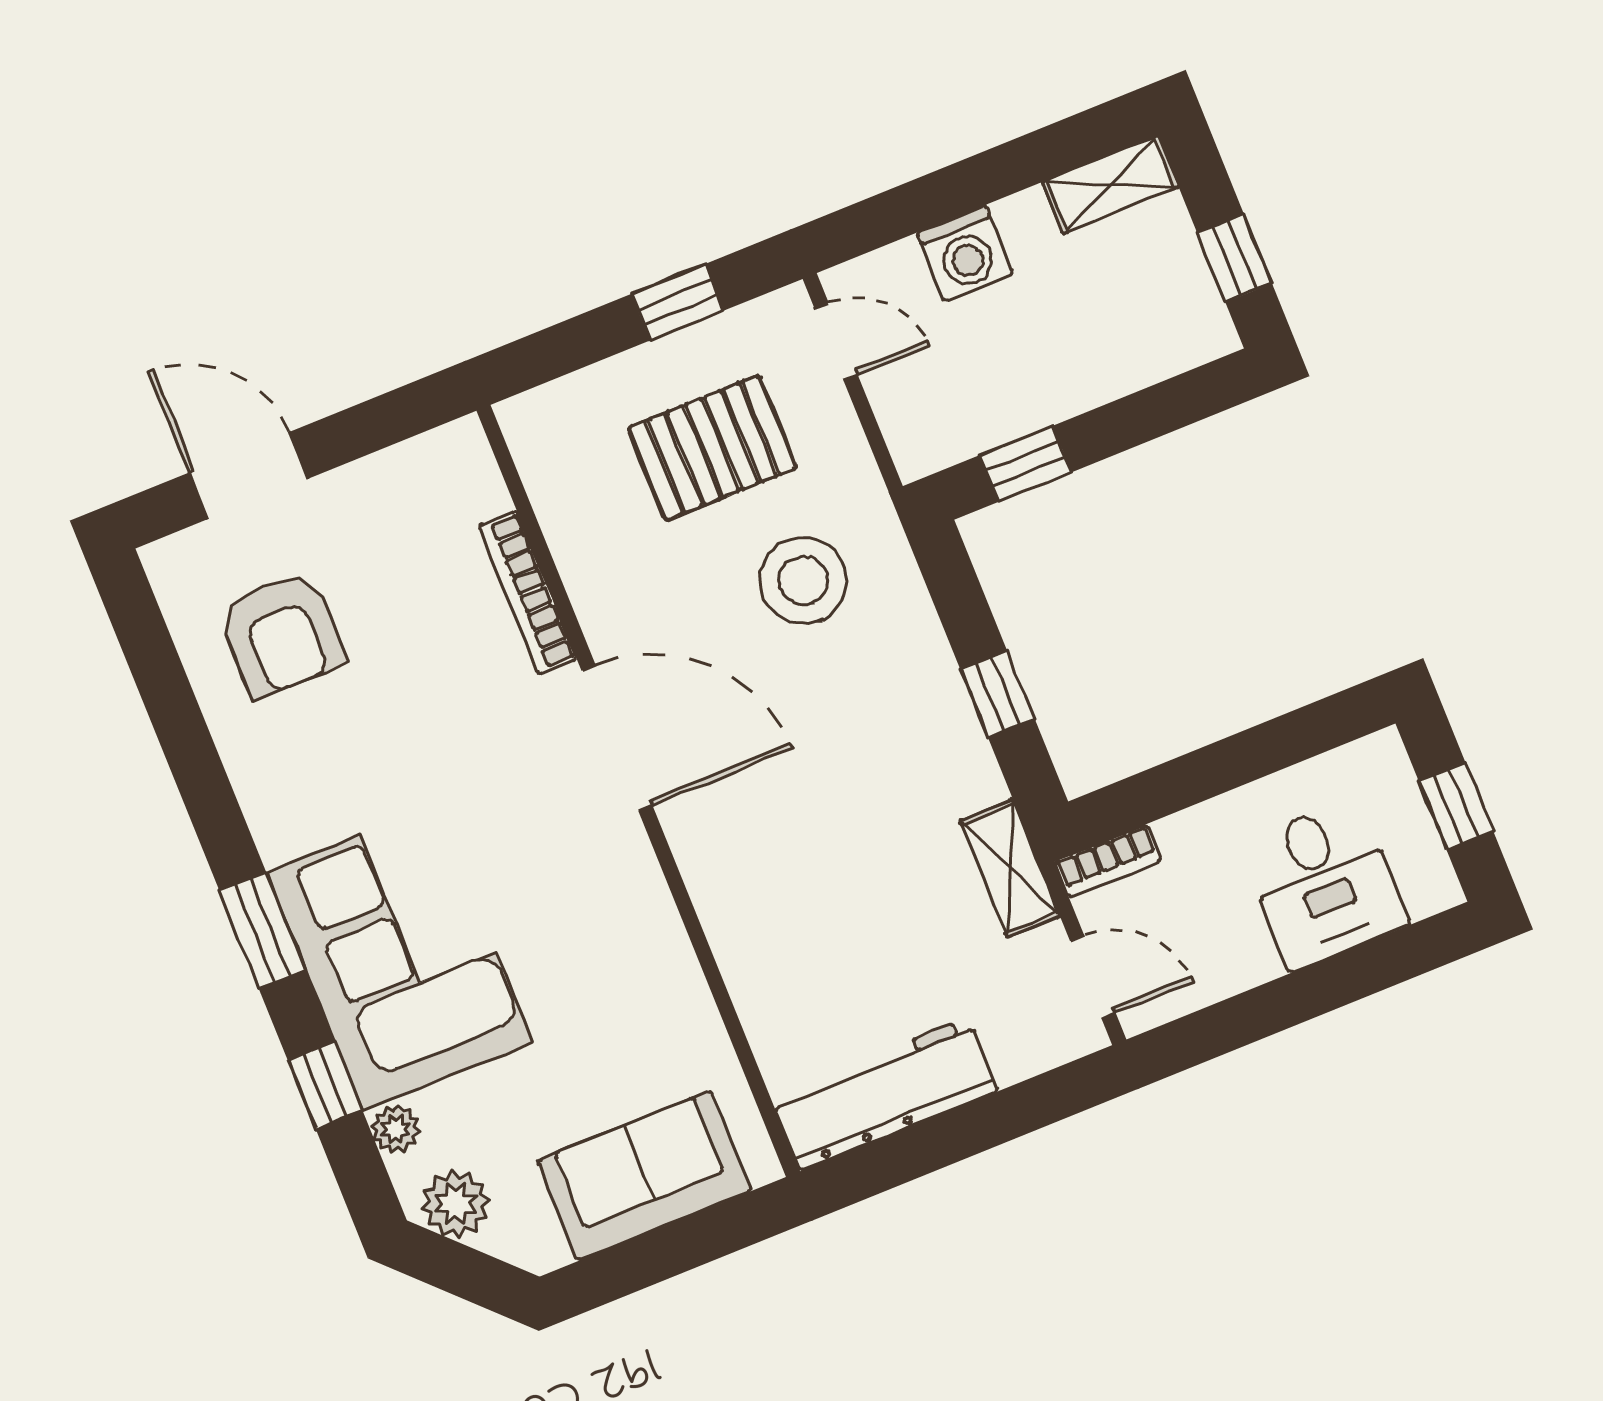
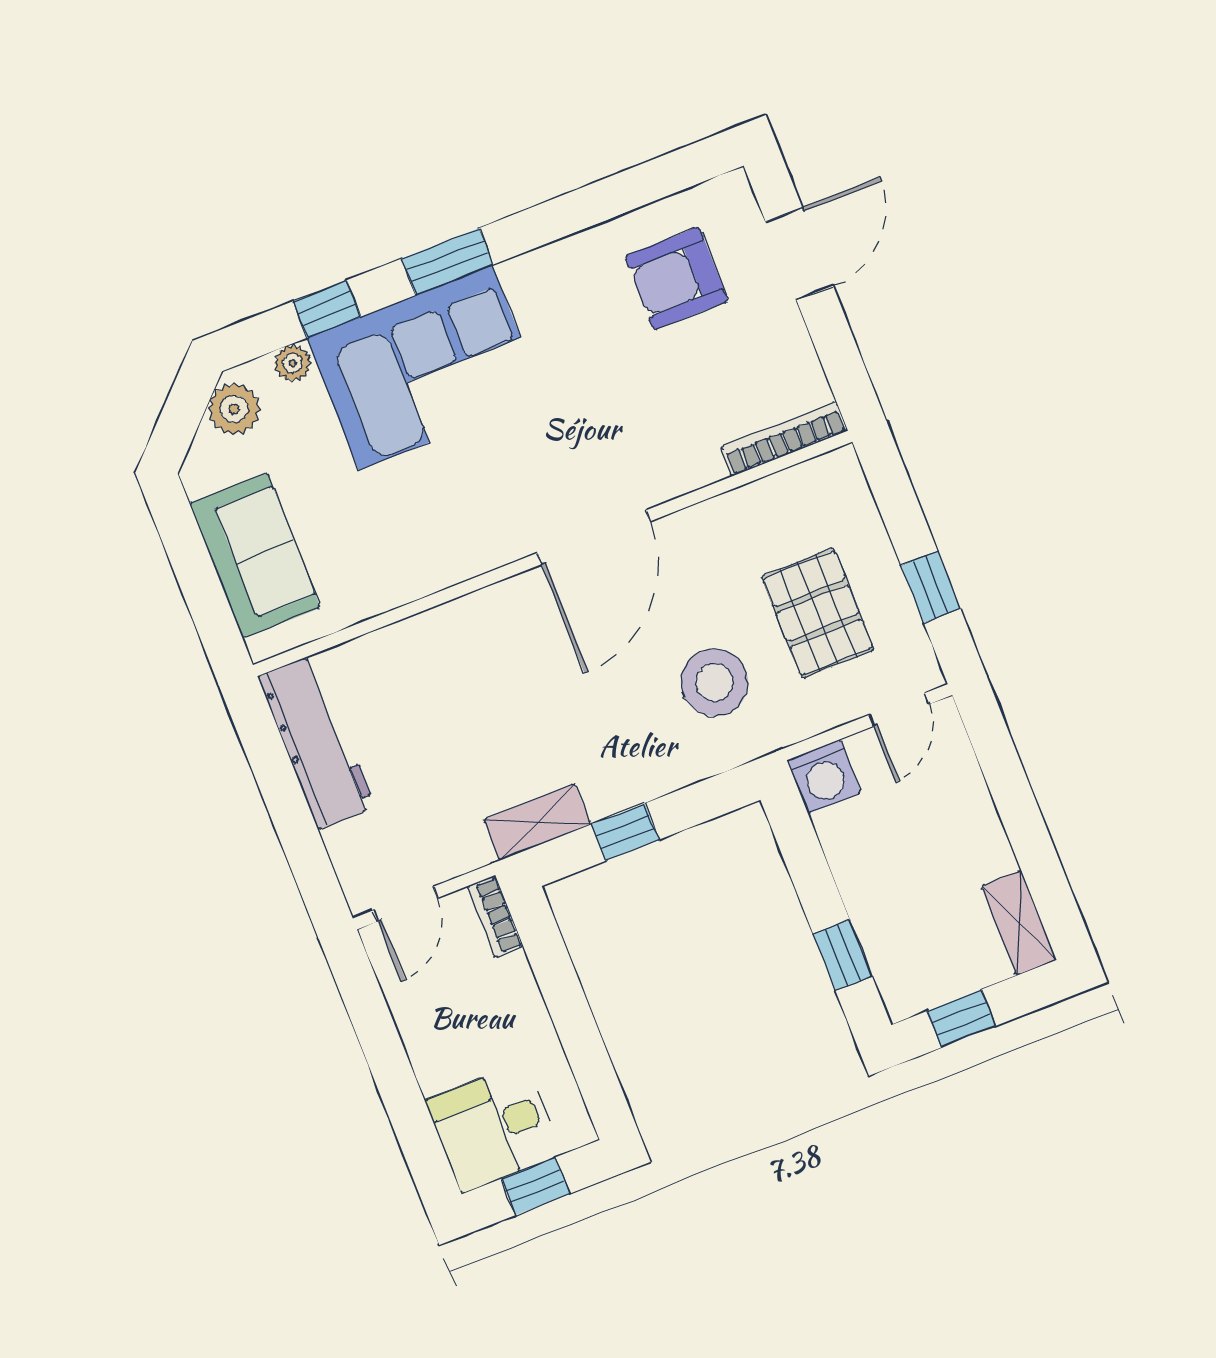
washing machine: (965, 253) -> (824, 776), moved, turned -90
window: (1025, 464) -> (843, 955), moved
bookcase: (528, 592) -> (784, 439), moved
shelving: (1010, 868) -> (537, 822), moved
desk: (1324, 884) -> (494, 1127), moved

